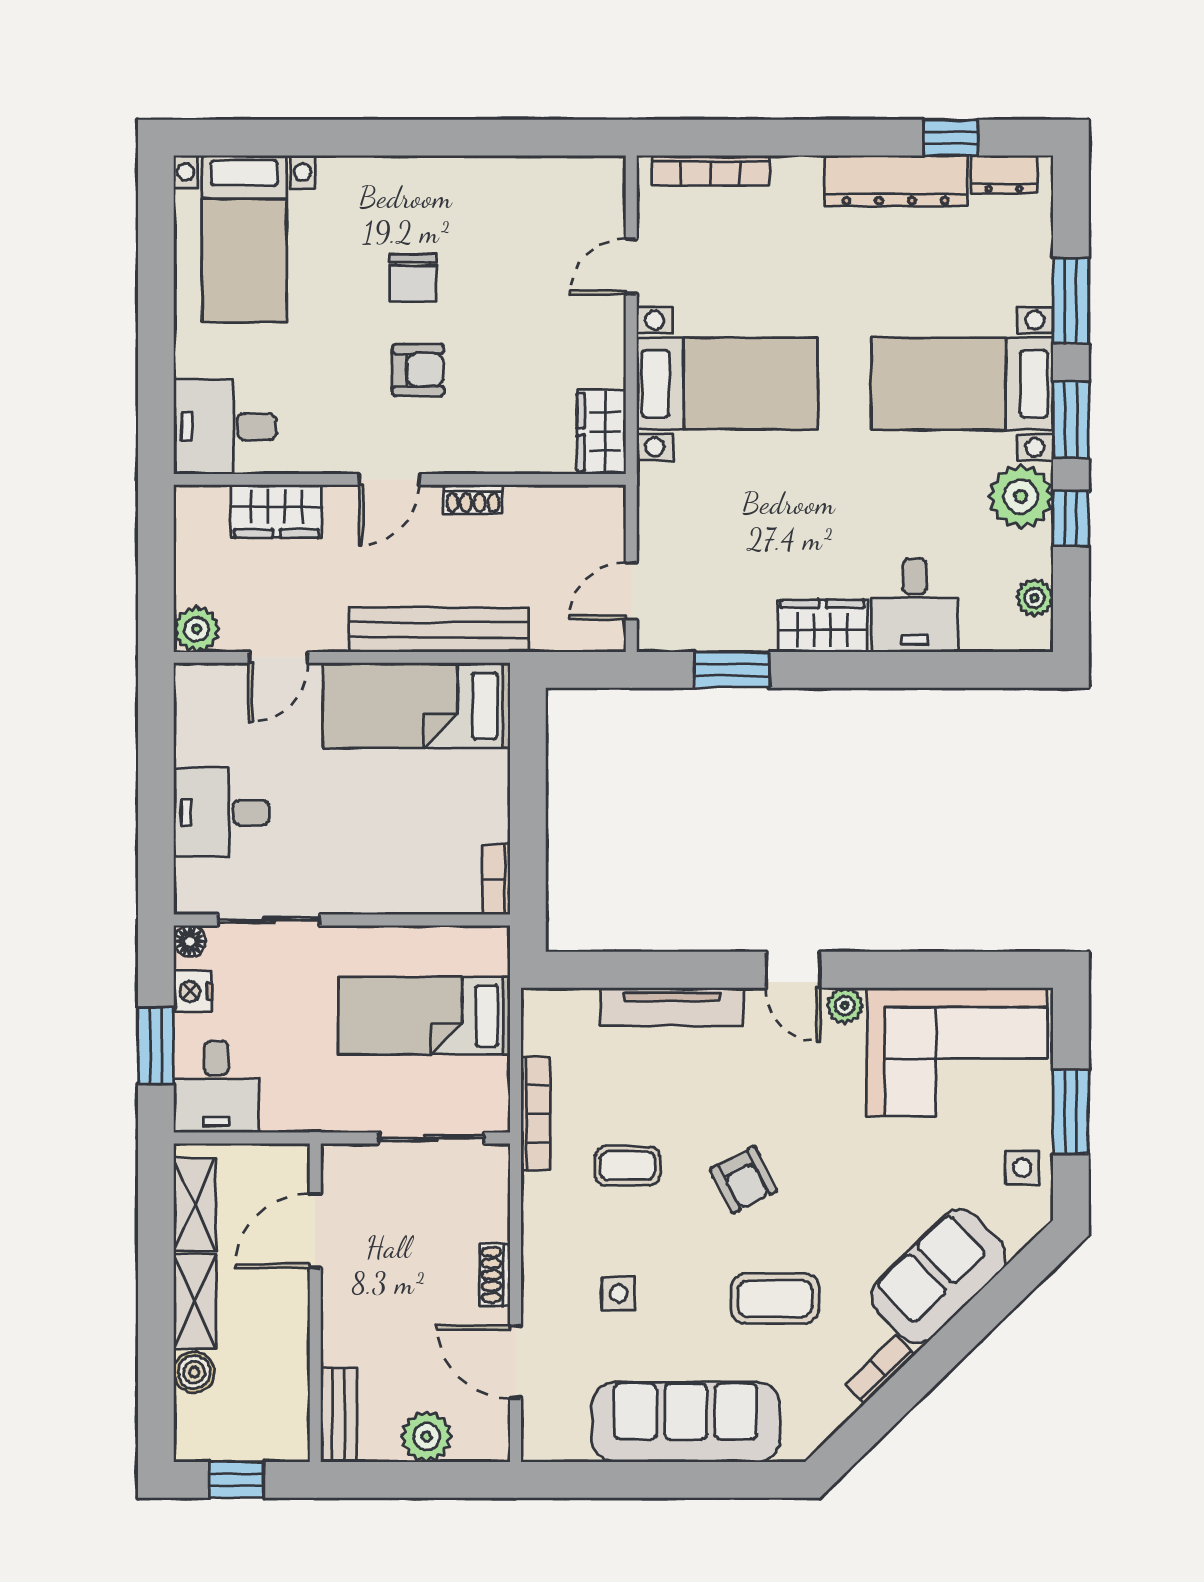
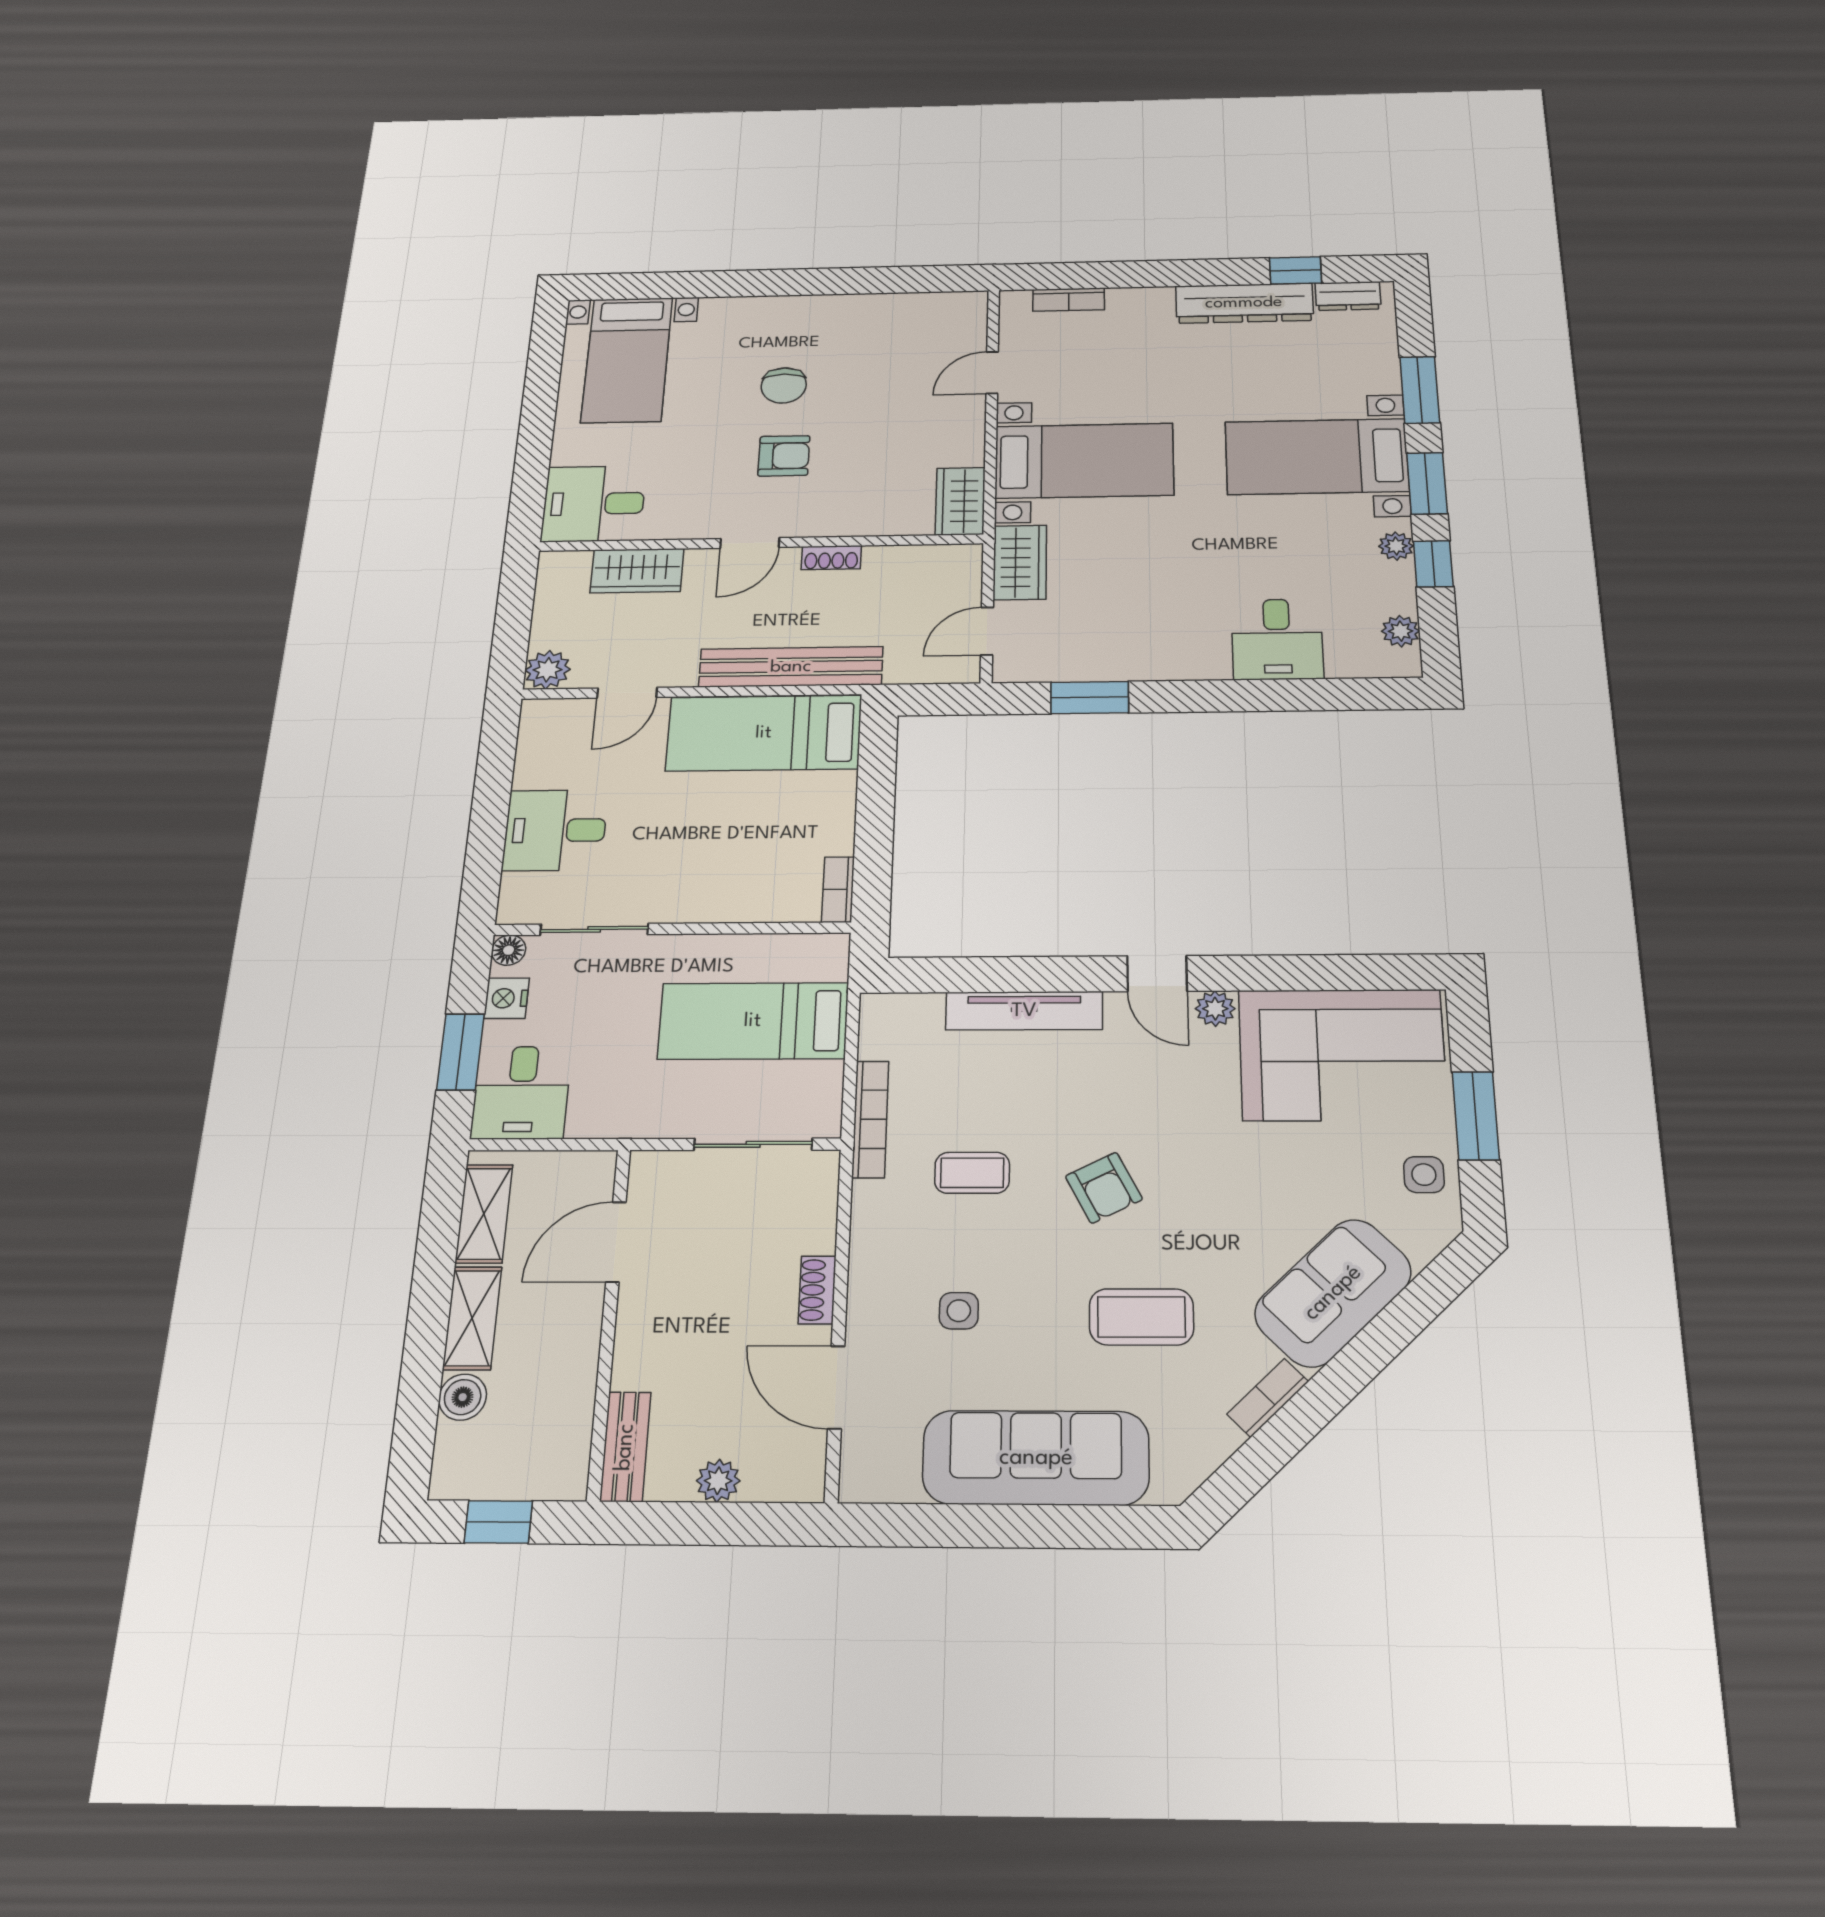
bookcase: (711, 170) -> (1069, 300), width x0.64
plant: (1021, 496) -> (1396, 546), width x0.53, depth x0.53
wardrobe: (823, 626) -> (1020, 562), moved, turned 90
plant: (426, 1437) -> (718, 1481), width x0.73, depth x0.73

